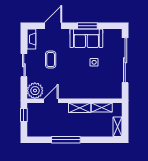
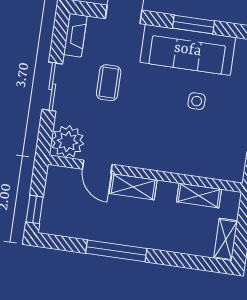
sofa: (86, 38) -> (188, 50), width x1.36
door: (51, 101) -> (97, 167), swing flipped
shelving: (80, 108) -> (133, 187), moved
window: (24, 115) -> (35, 209), moved

